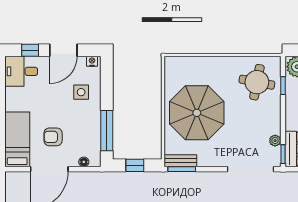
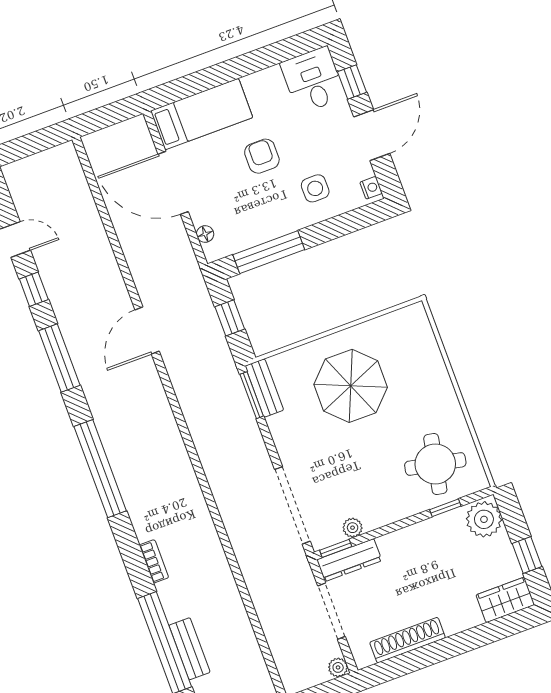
door: (63, 50) -> (372, 135), swing flipped
parasol: (197, 113) -> (351, 386), width x0.73, depth x0.73
armchair: (53, 137) -> (262, 156), moved

